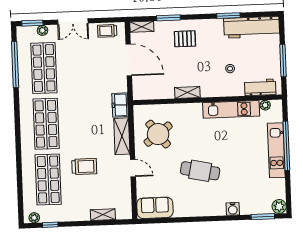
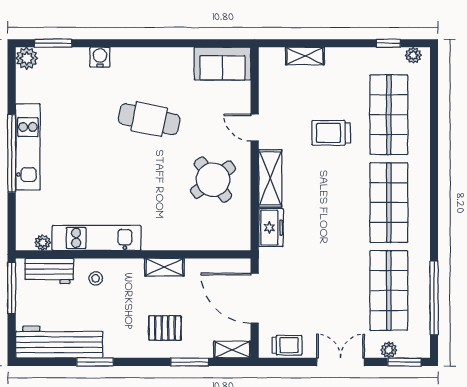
workbench: (260, 87) -> (49, 271), moved
shelving: (187, 92) -> (164, 267), moved
wall: (207, 100) -> (133, 254), moved
plant: (265, 105) -> (43, 243), moved
kitchen unit: (231, 109) -> (96, 238), moved

